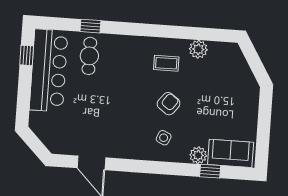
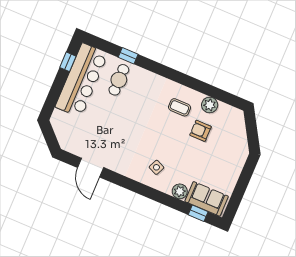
armchair: (169, 104) -> (201, 131), moved, turned -127
window: (210, 171) -> (198, 213), moved

